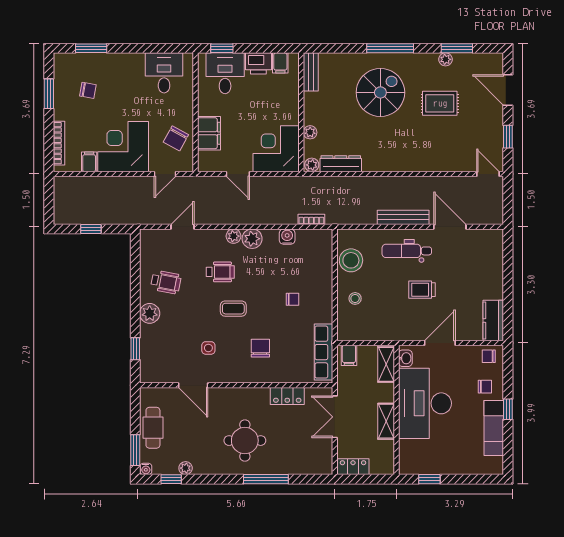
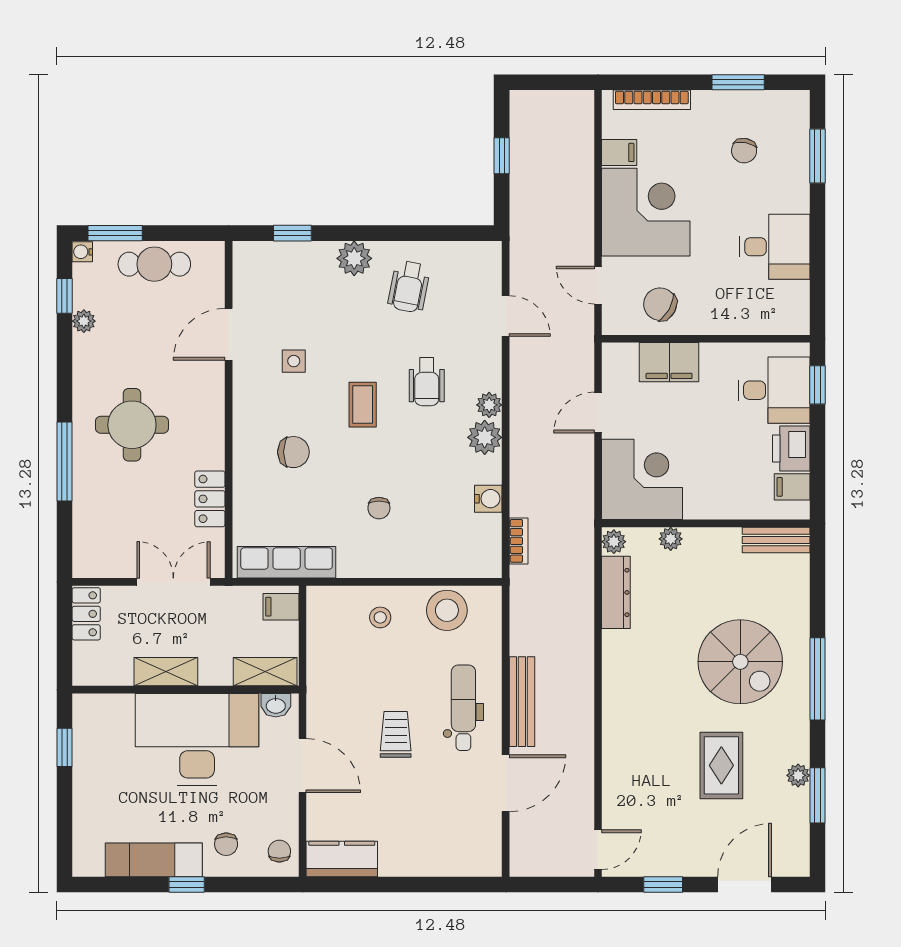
desk: (164, 73) -> (775, 247), moved

